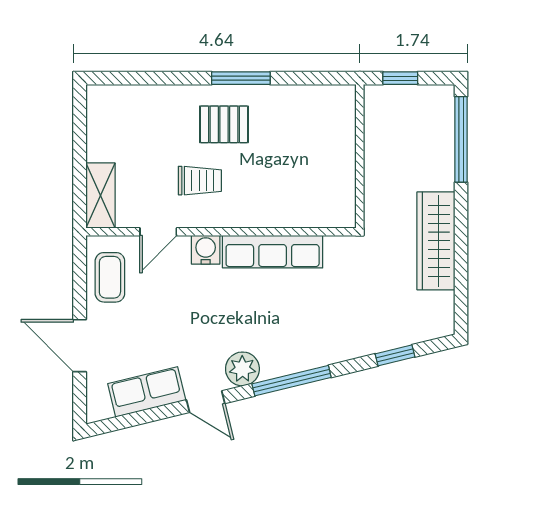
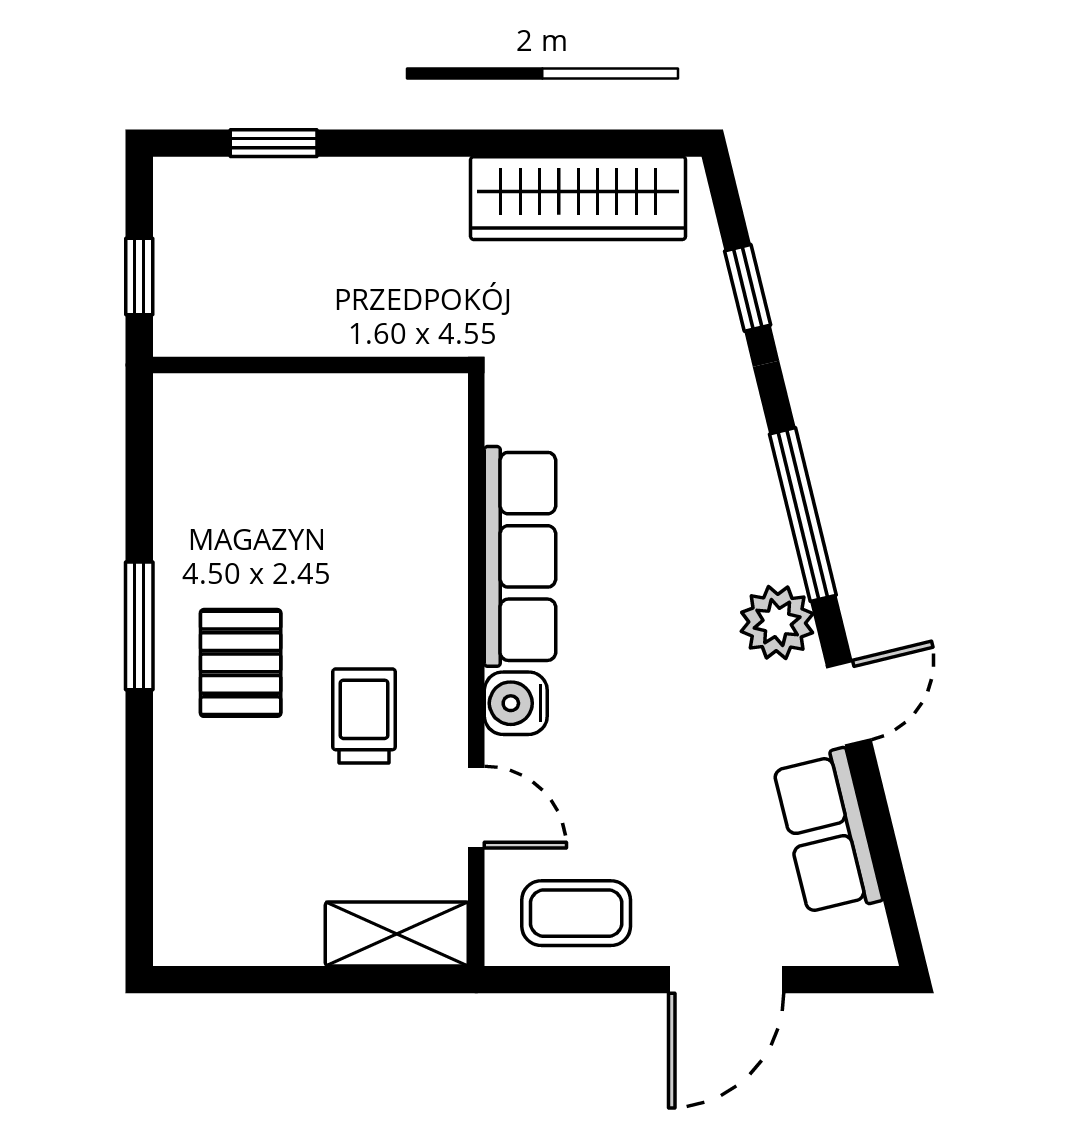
window: (461, 139) -> (274, 143), width x0.46
wardrobe: (436, 241) -> (578, 198), moved

